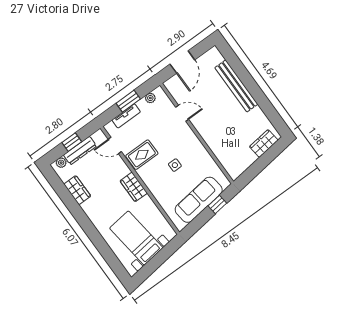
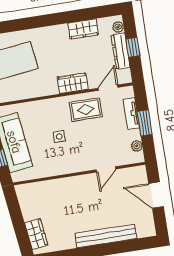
rug: (142, 155) -> (86, 110), turned 90
wardrobe: (134, 187) -> (73, 83), moved

